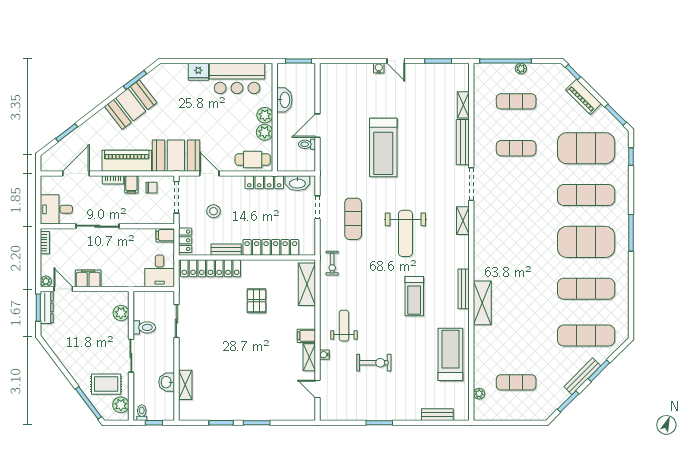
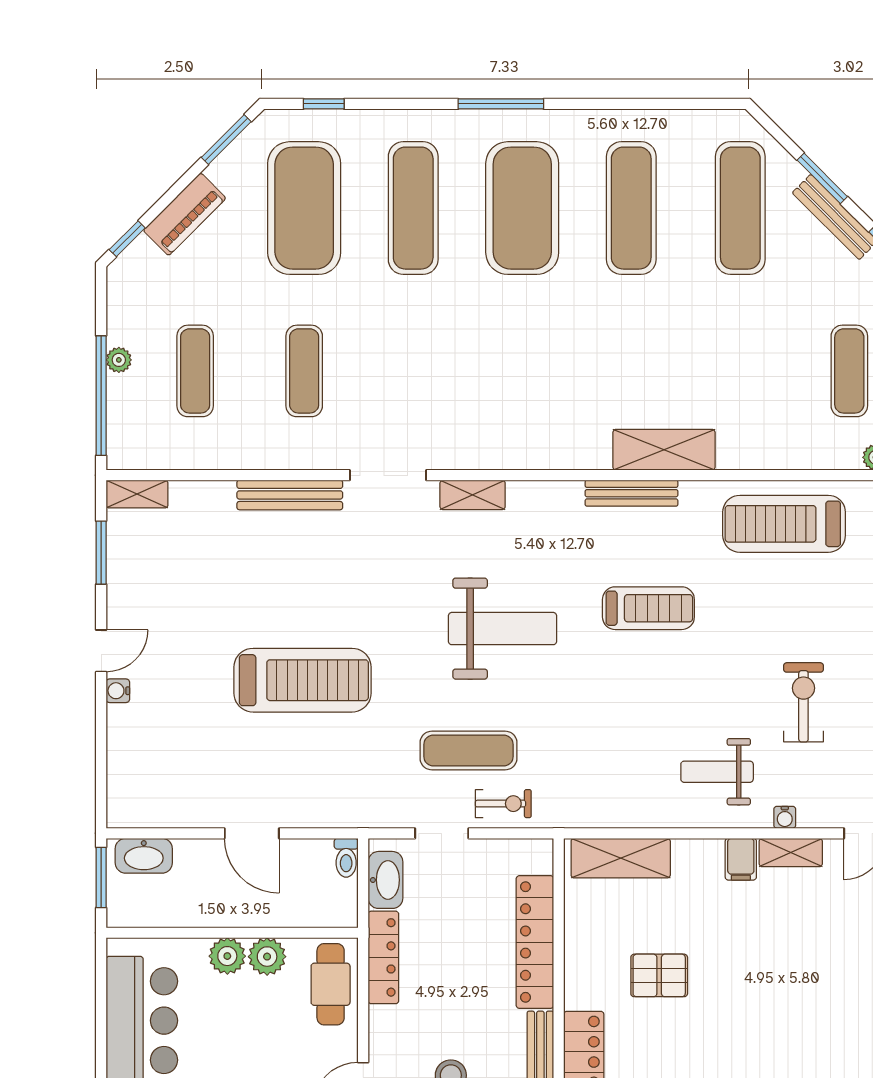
washbasin: (284, 100) -> (144, 856), moved, turned 180
shelving: (463, 105) -> (137, 494), moved
toilet: (307, 144) -> (346, 858), moved
exercise bike: (332, 263) -> (503, 804), moved

